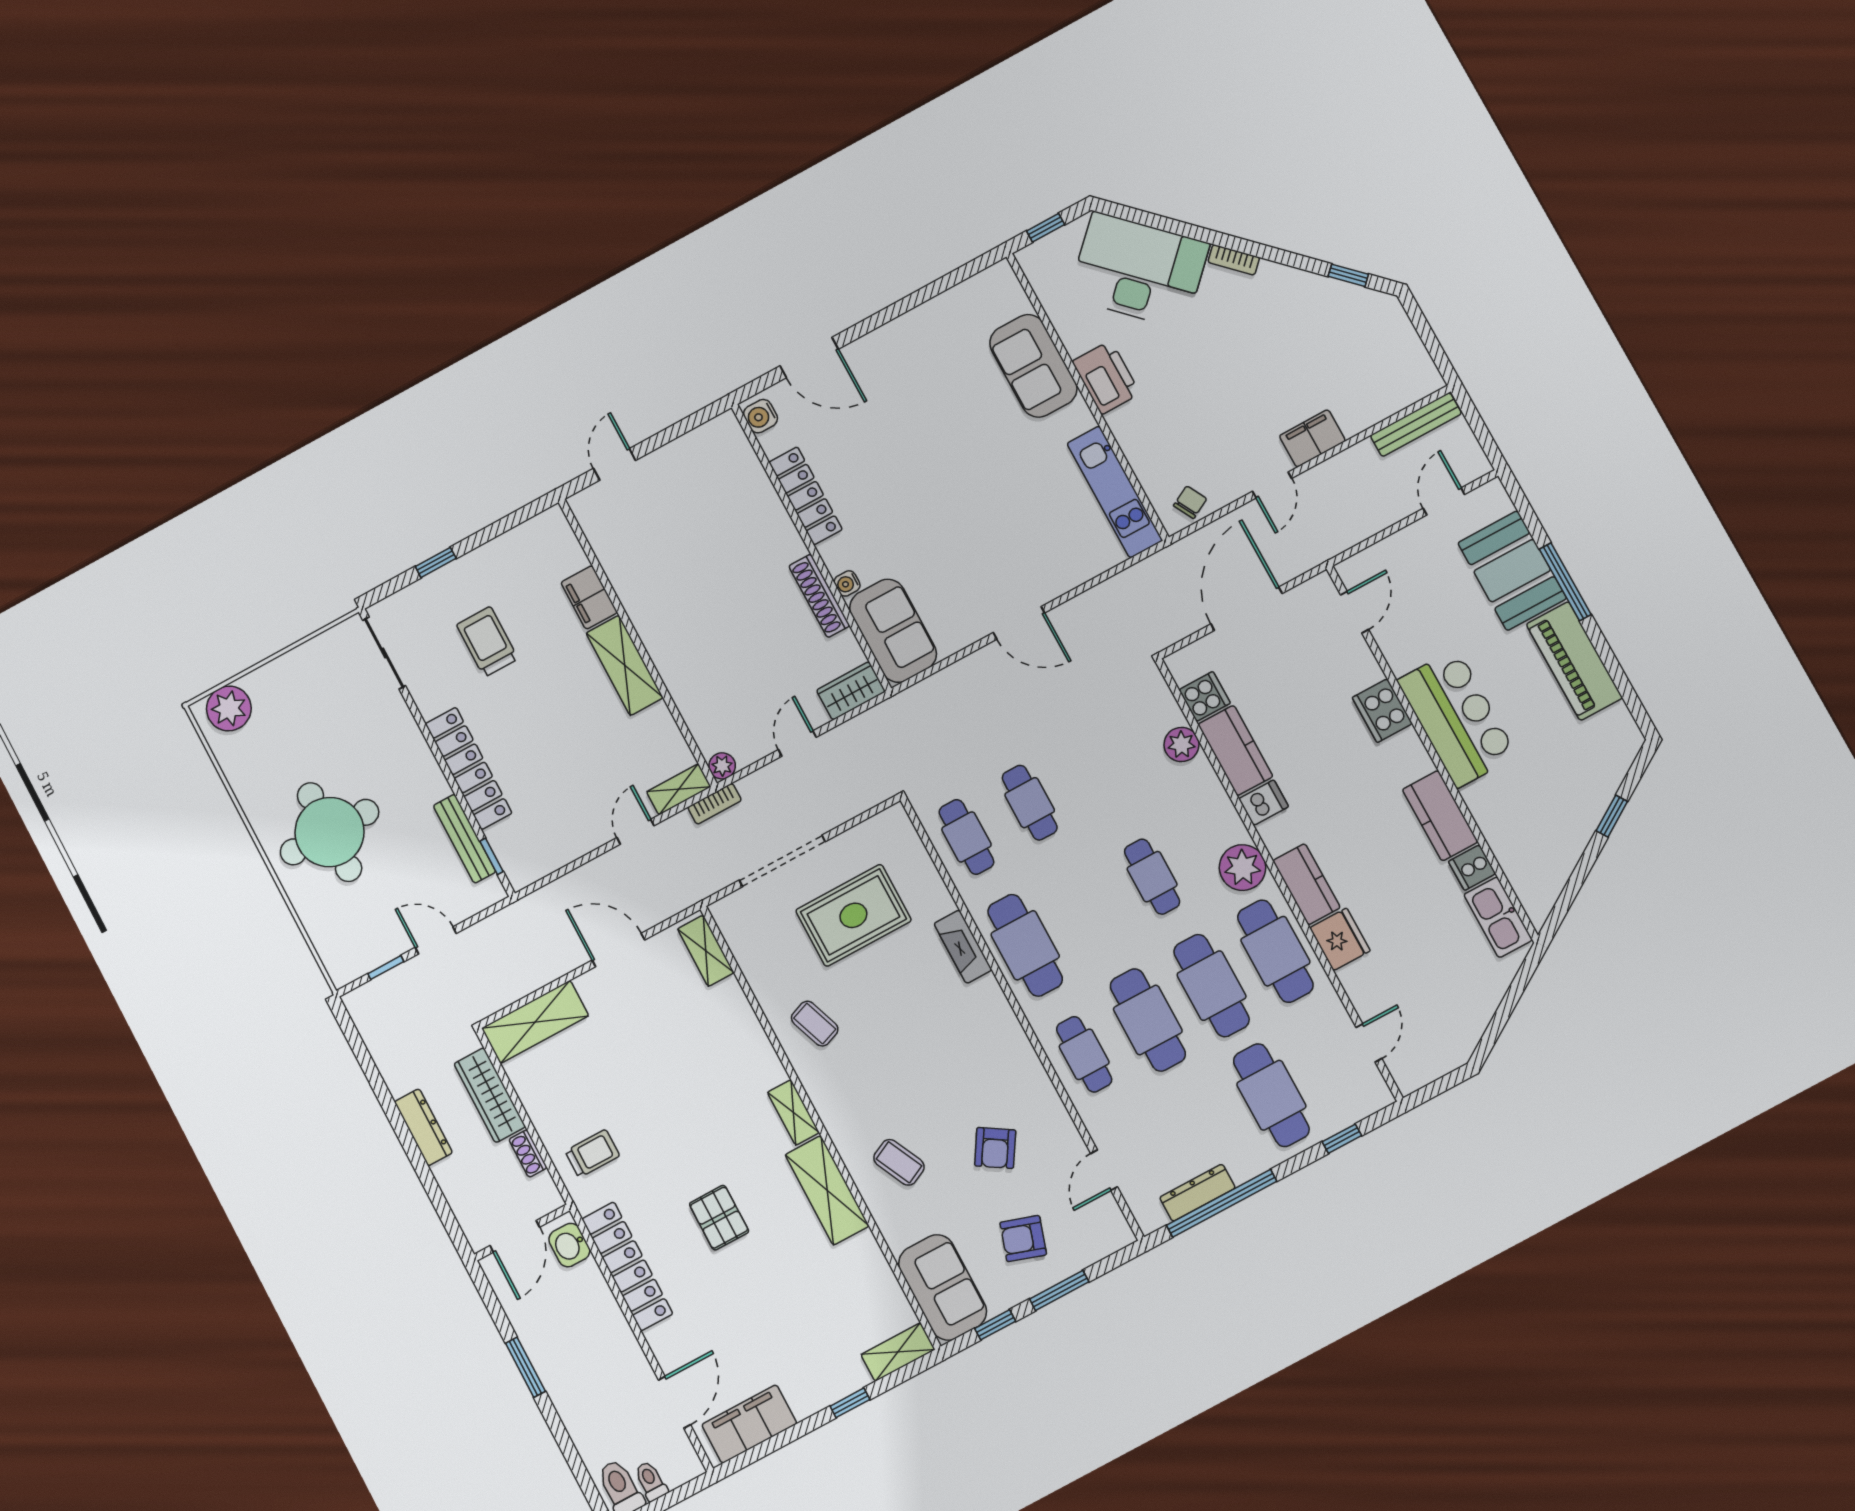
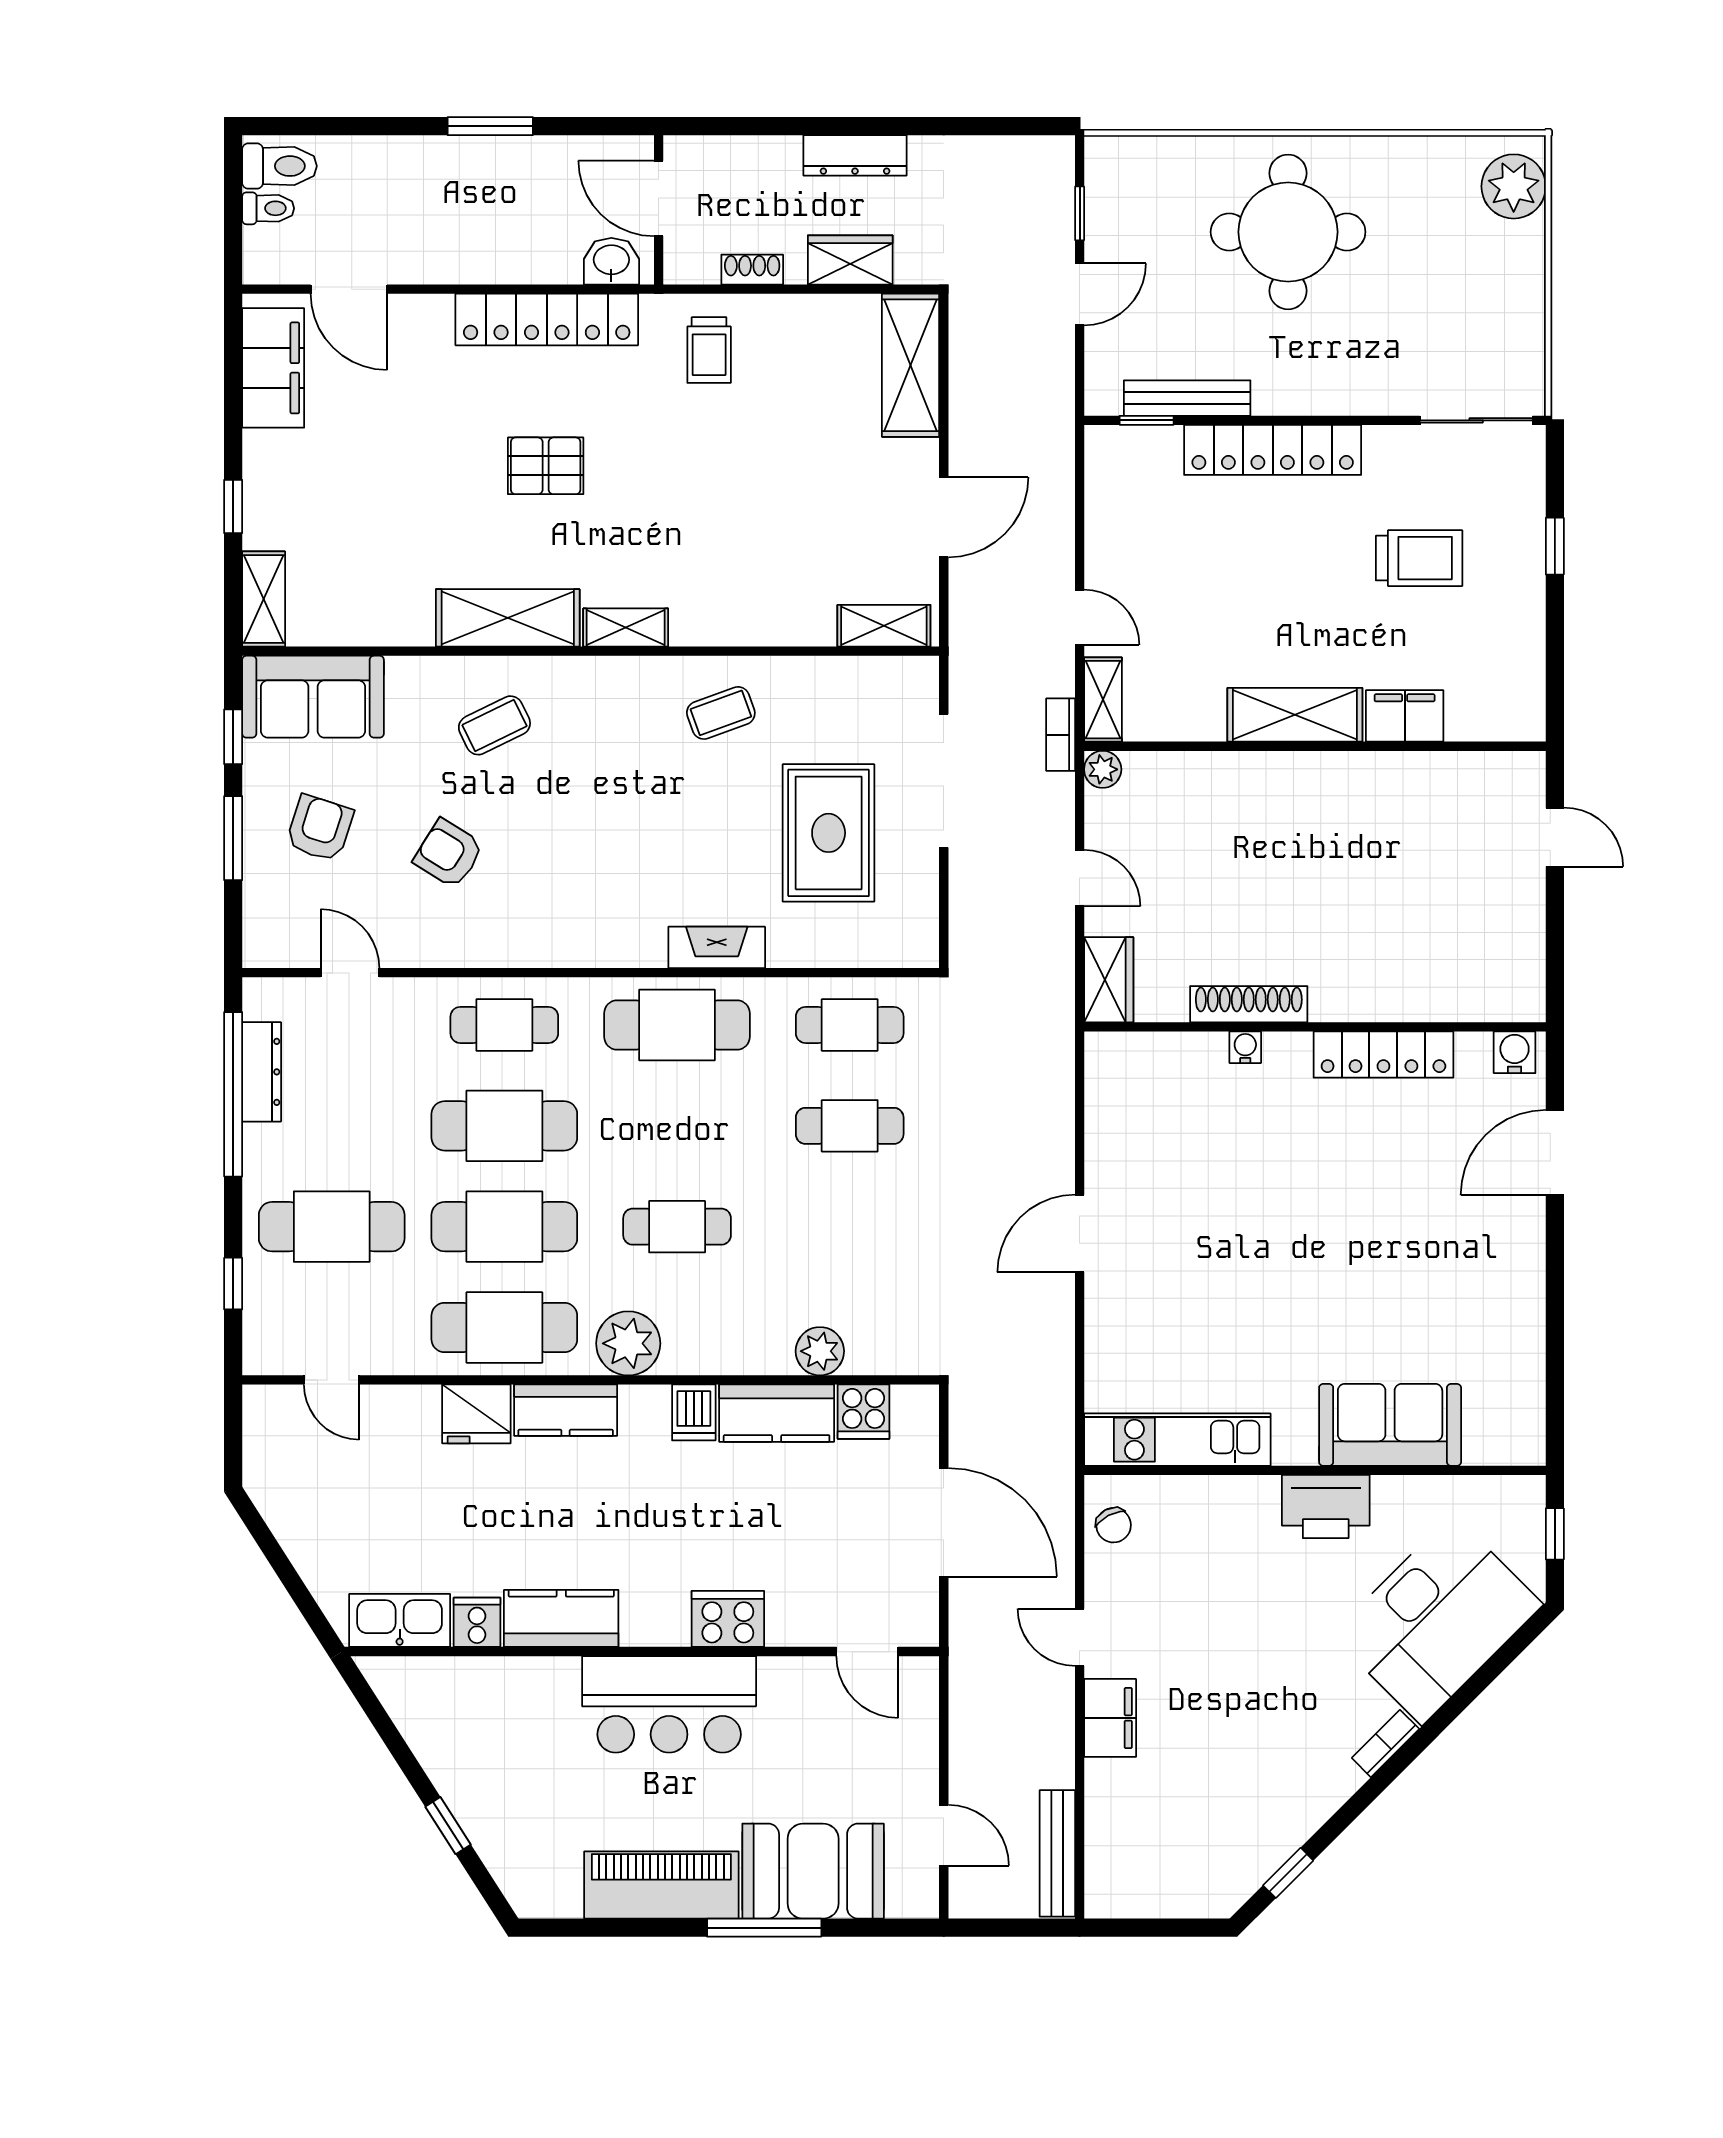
sofa: (893, 631) -> (1155, 1072), removed
wardrobe: (490, 1095) -> (850, 260), width x0.67

